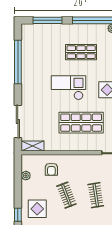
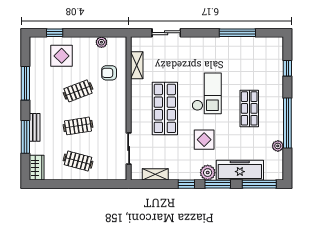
window: (48, 20) -> (287, 68), width x0.46
window: (18, 62) -> (237, 33), width x0.68
sliding door: (18, 122) -> (166, 33), width x0.73
shelving: (33, 146) -> (137, 65), moved

